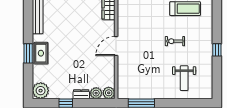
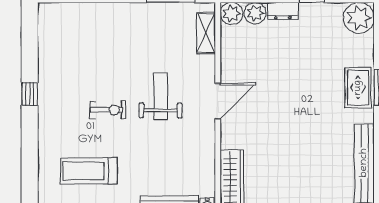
weight bench: (184, 78) -> (161, 96), moved
shelving: (122, 82) -> (206, 33), added

